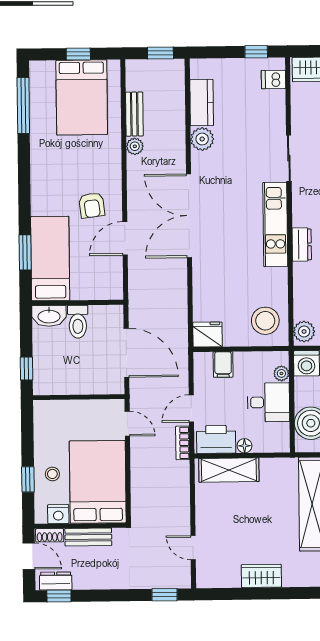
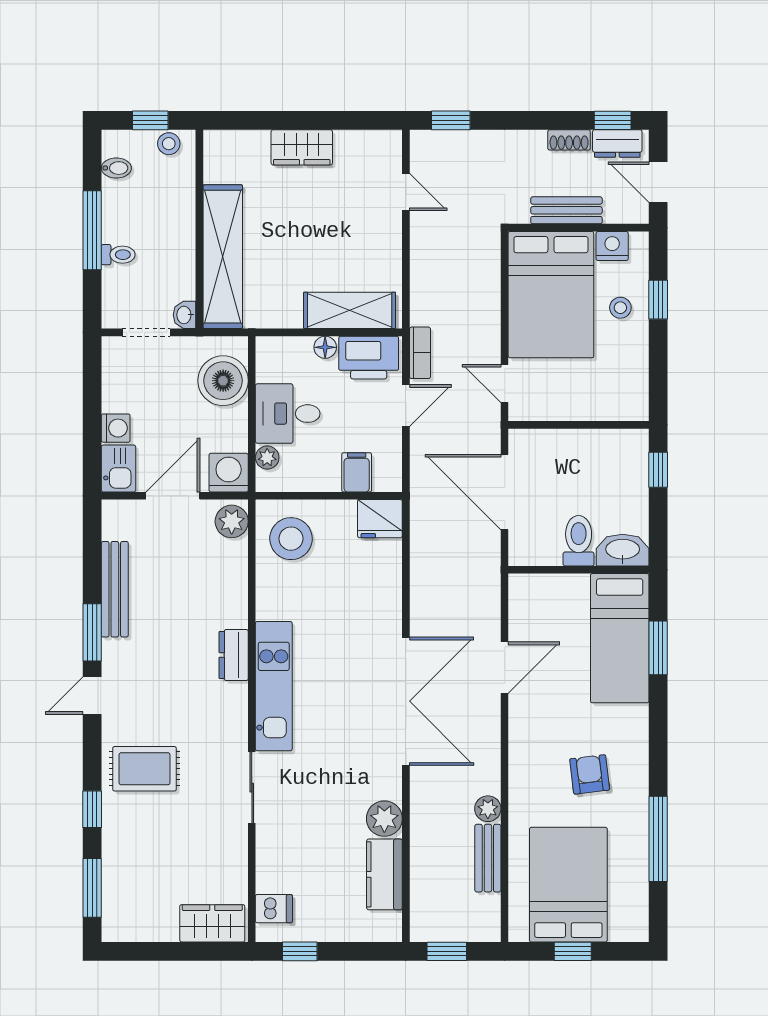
window: (23, 106) -> (658, 839), moved
armchair: (92, 205) -> (590, 774), moved
shoe rack: (50, 535) -> (569, 140), moved, turned 180

